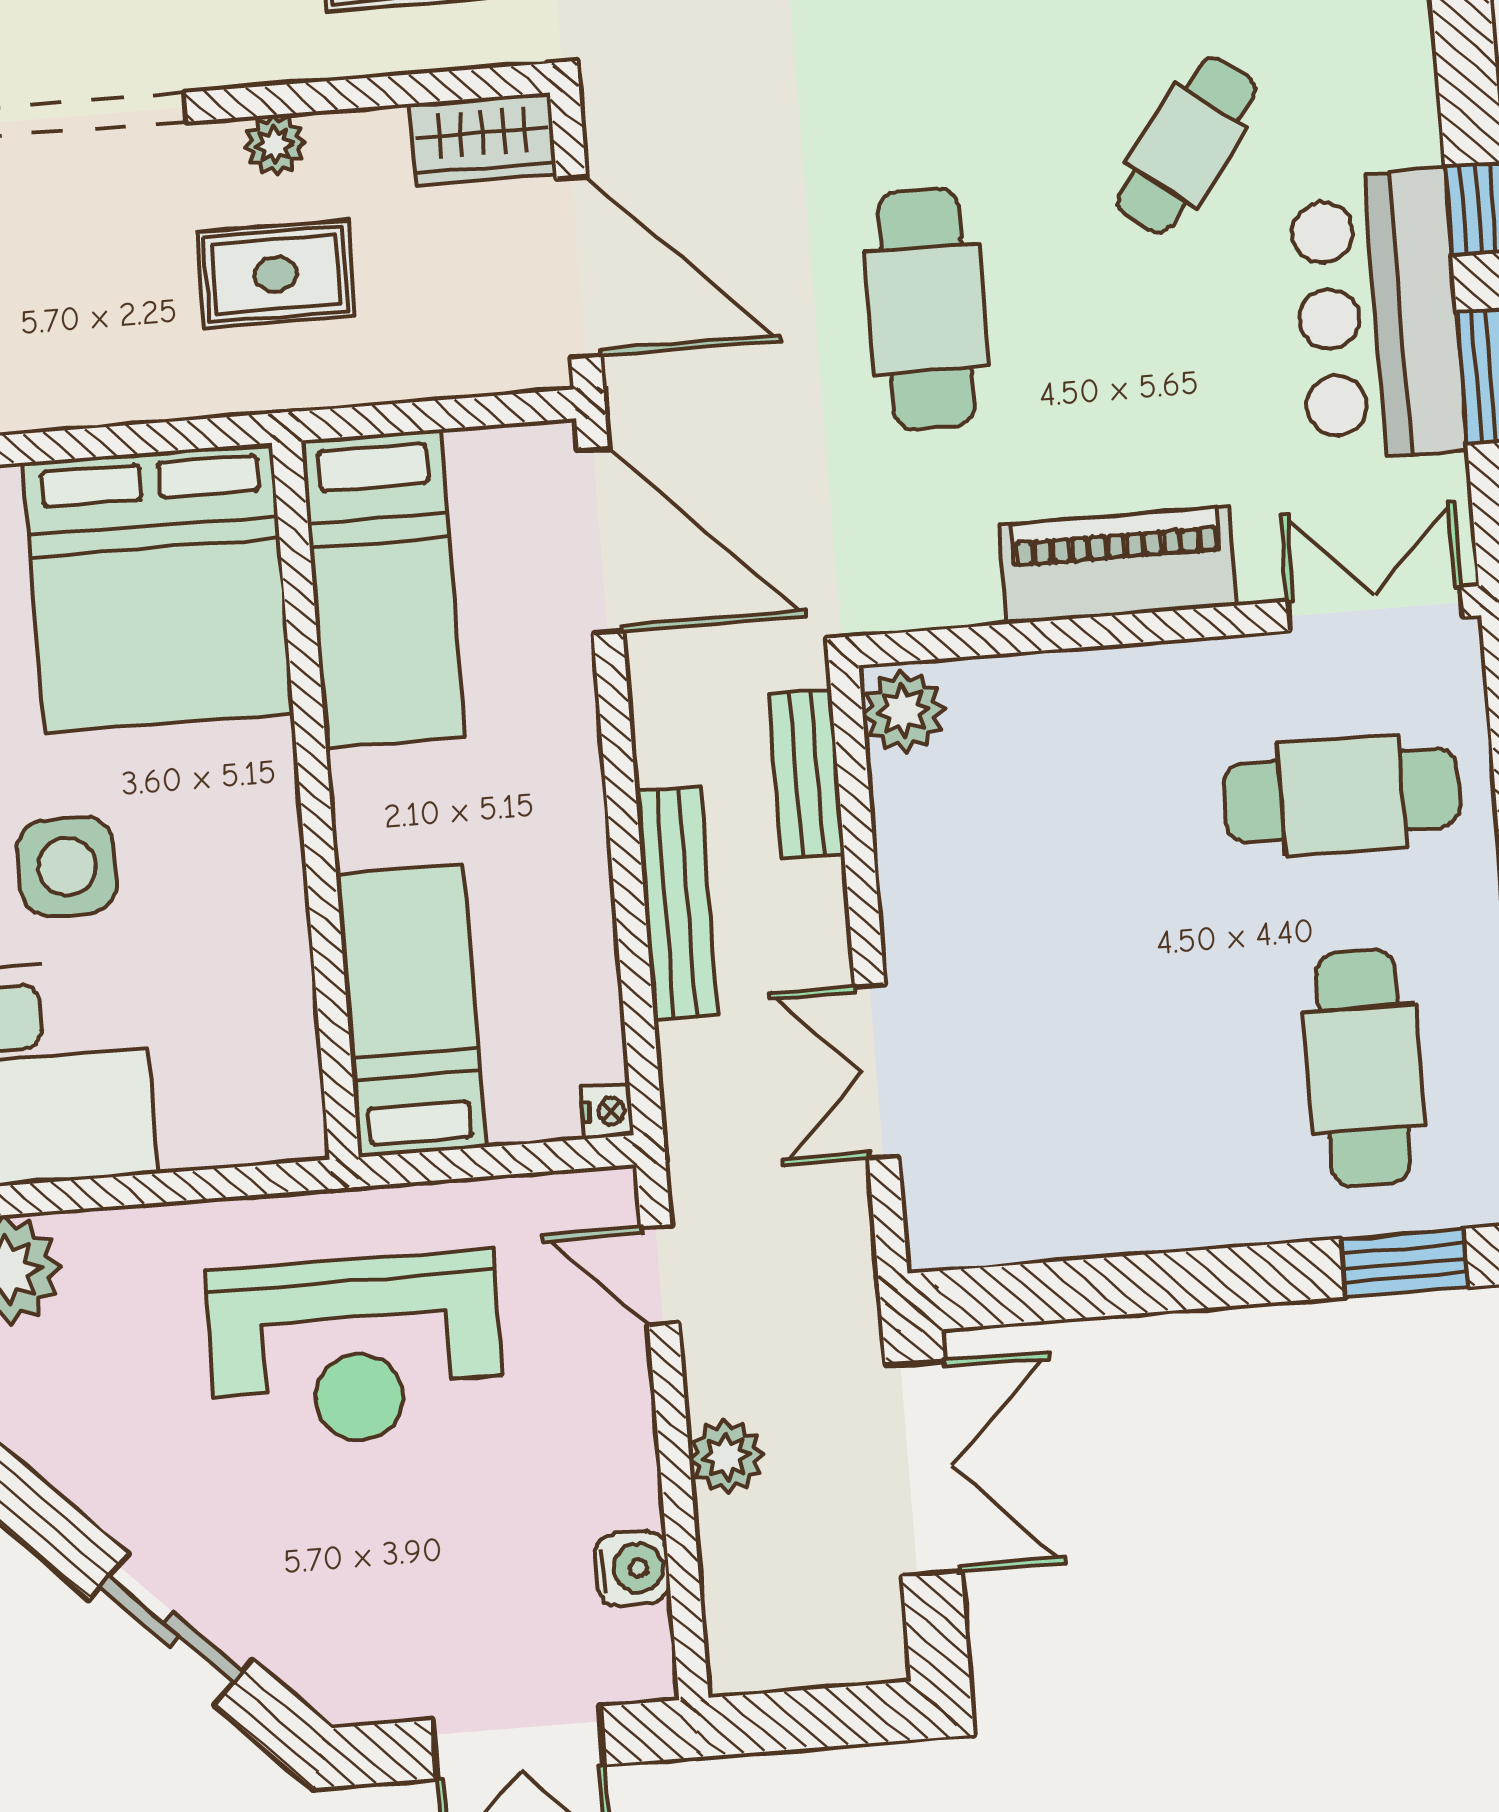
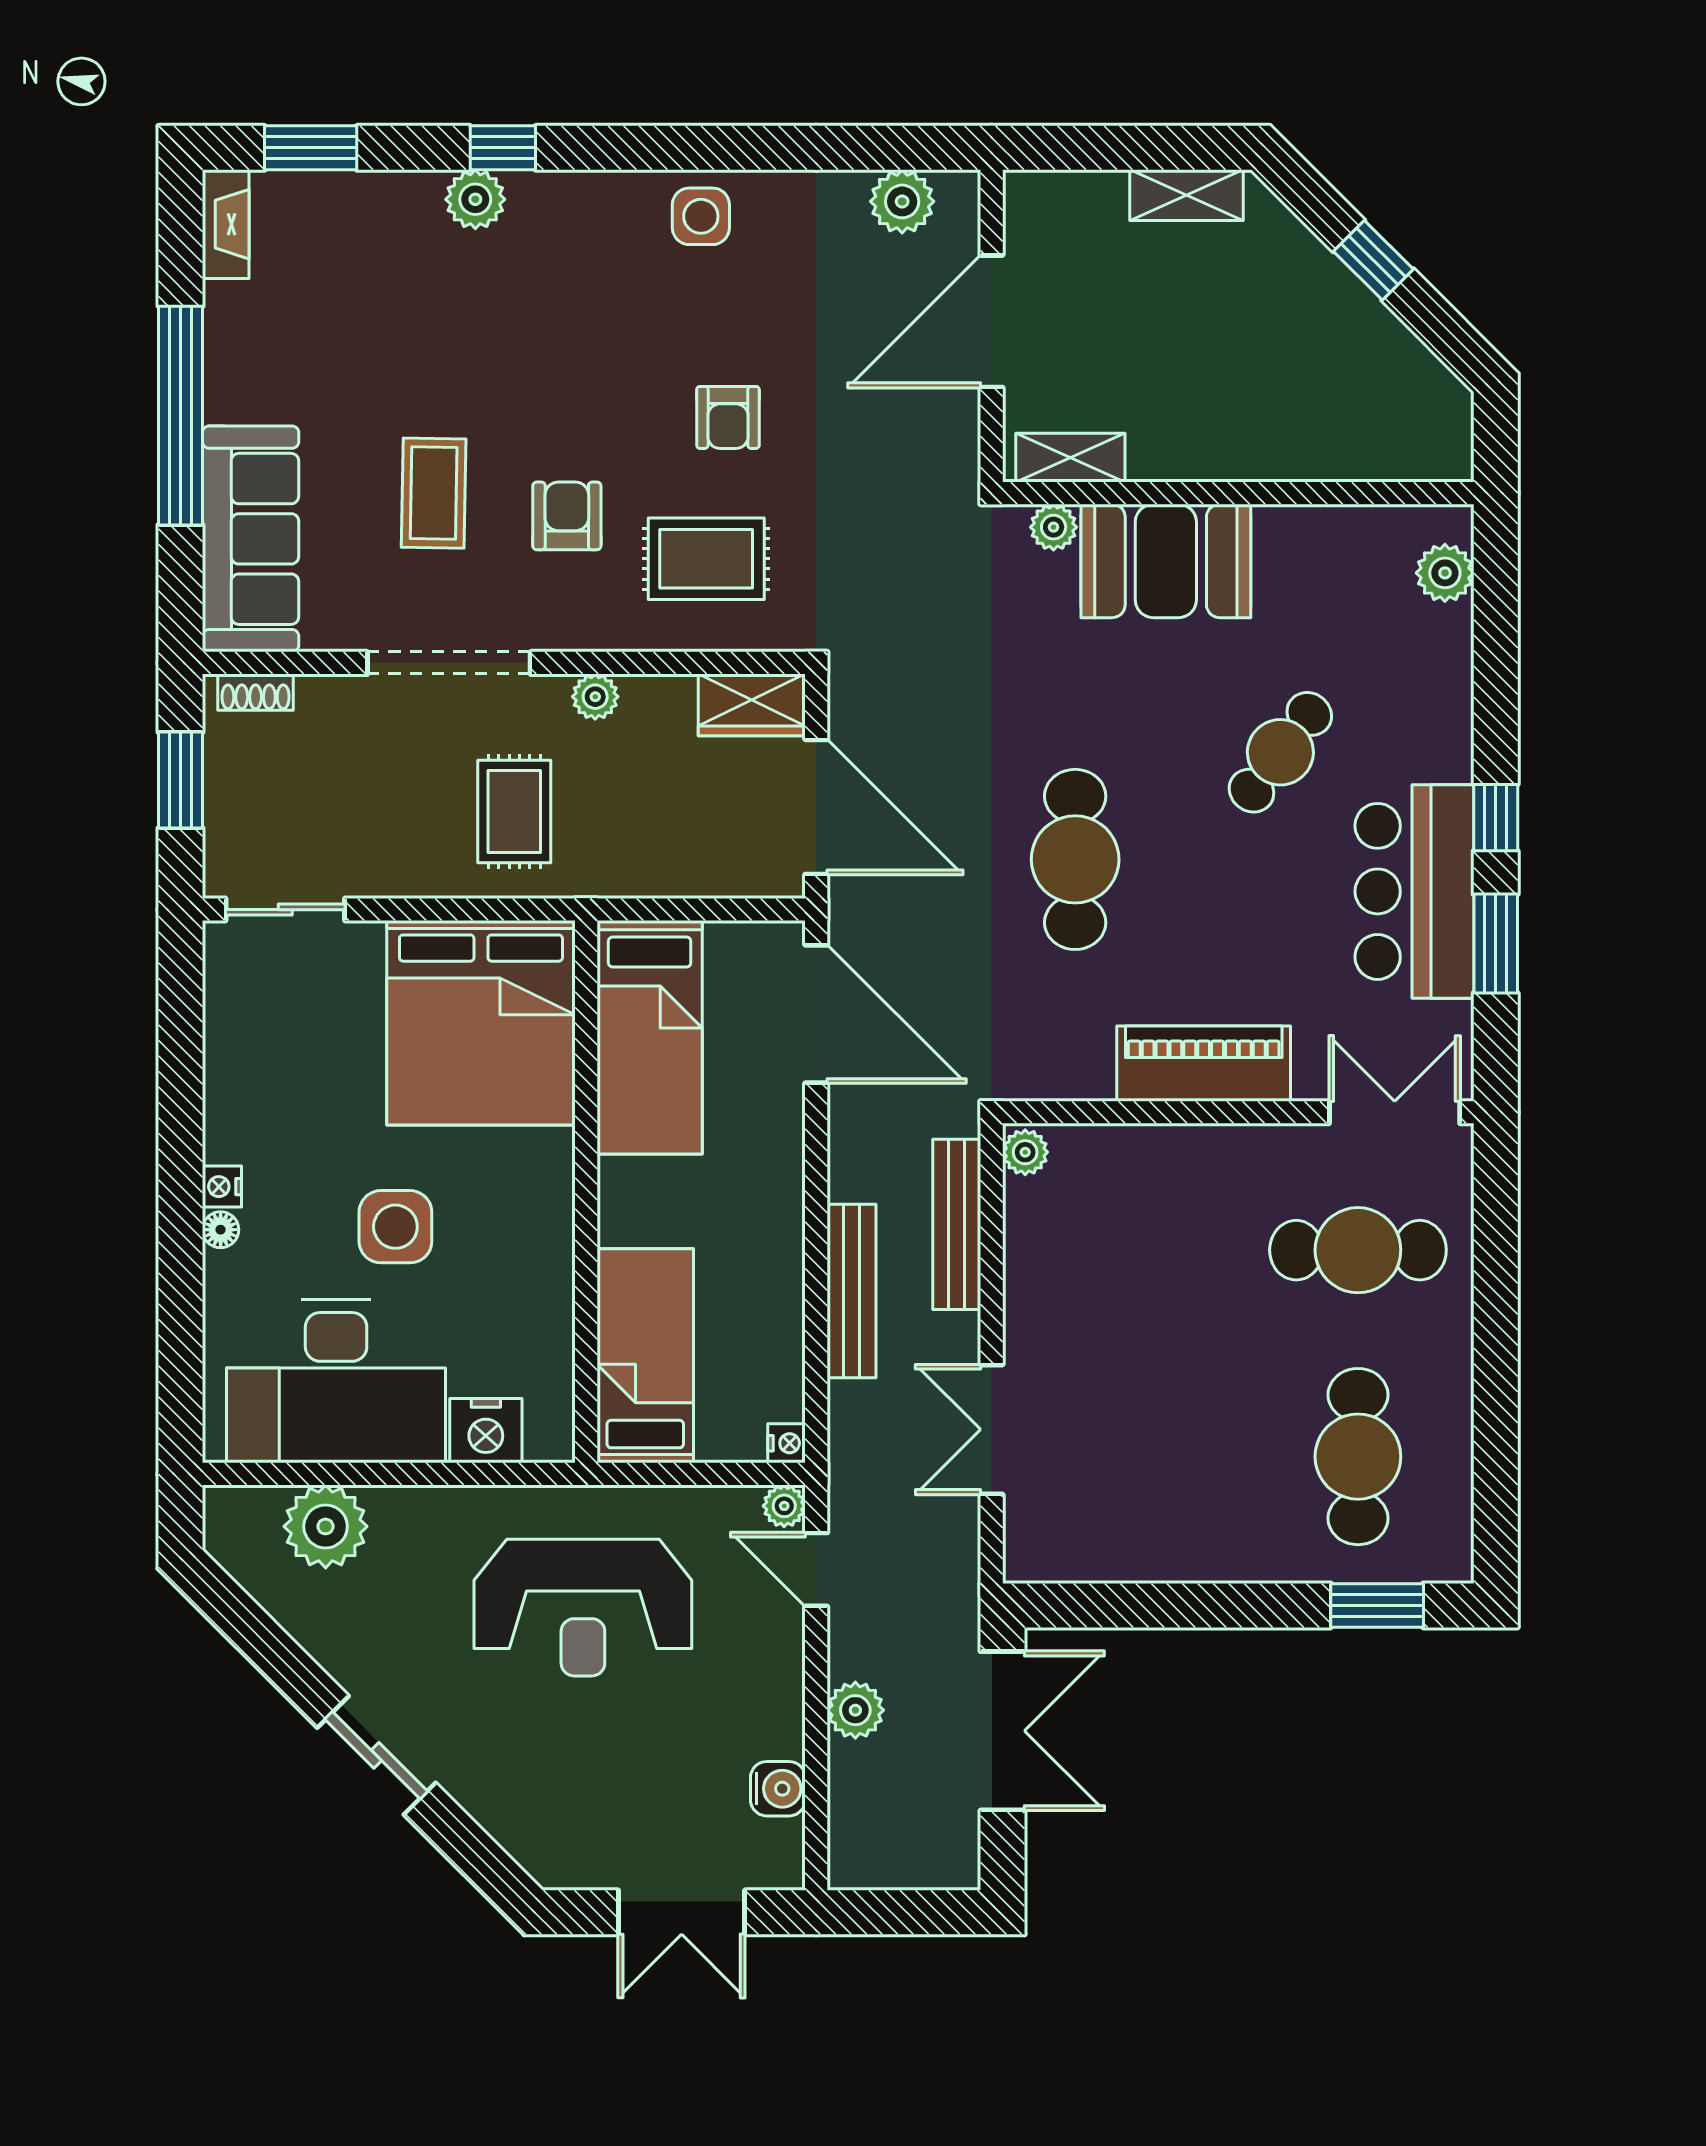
rug: (276, 274) -> (514, 811), moved, turned 90
plant: (904, 712) -> (1025, 1152), width x0.73, depth x0.73
bench: (806, 774) -> (957, 1224), width x1.36
nightstand: (208, 1127) -> (486, 1431), added
plant: (611, 1194) -> (784, 1506), added
sliding door: (171, 1629) -> (376, 1755), moved

